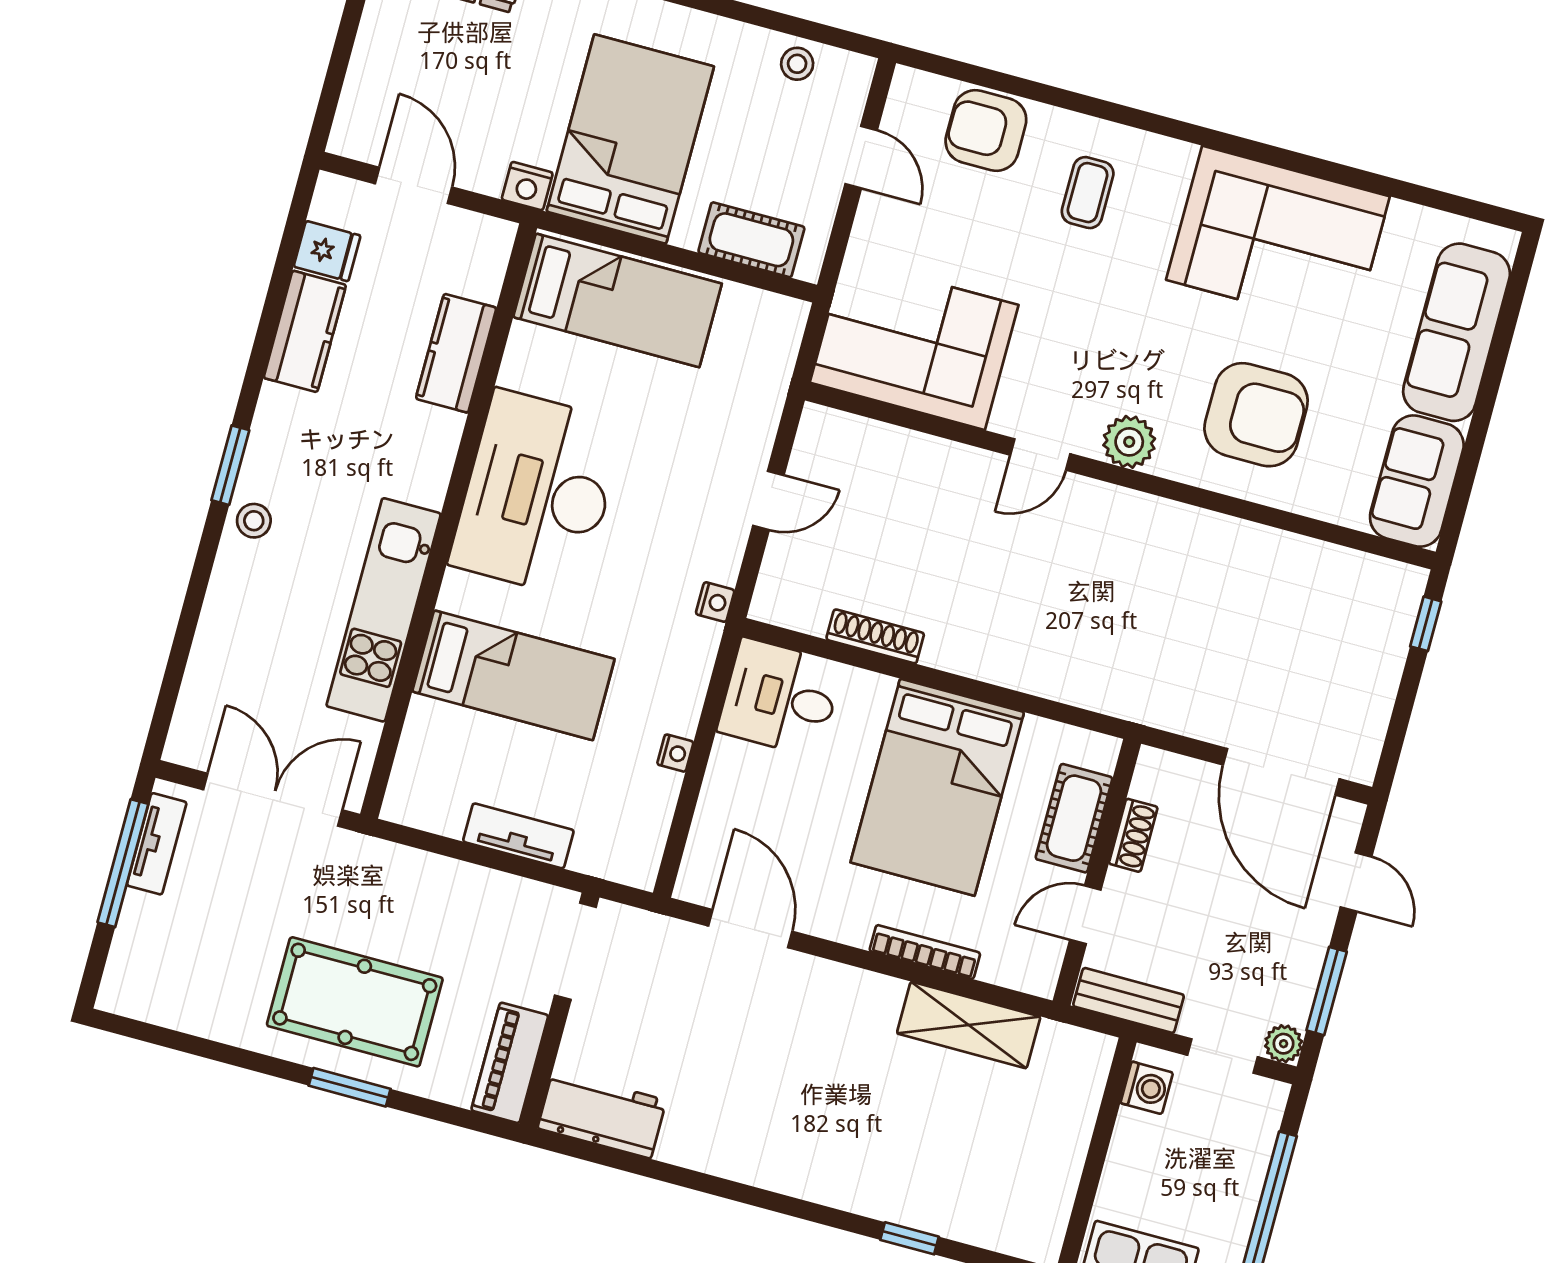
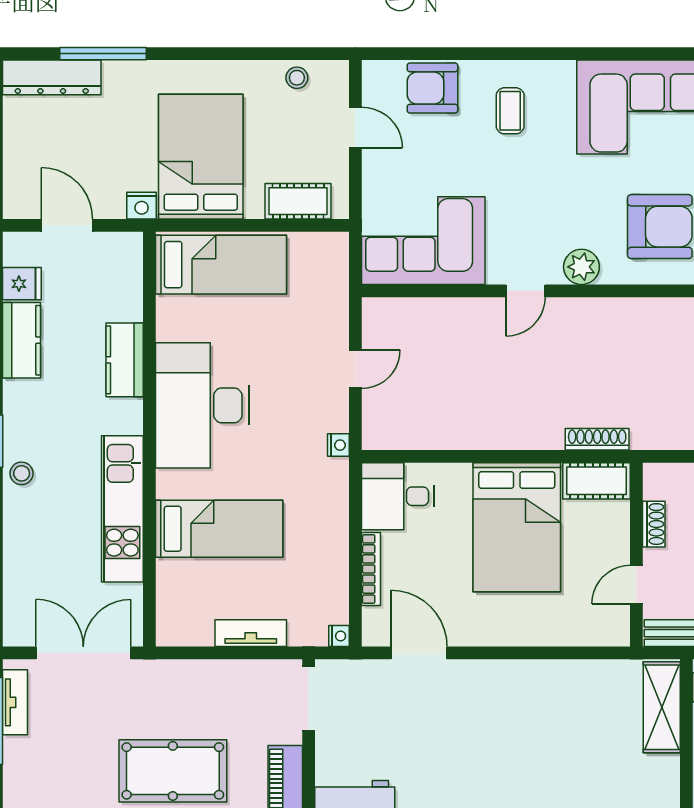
kitchen counter: (456, 353) -> (125, 360), moved
shoe rack: (875, 636) -> (597, 439), moved
nightstand: (675, 753) -> (339, 636), moved
cot: (1074, 818) -> (596, 481), moved, turned 90
bookcase: (925, 952) -> (371, 569), moved, turned 90
shelving: (969, 1025) -> (662, 707), moved, turned 90

